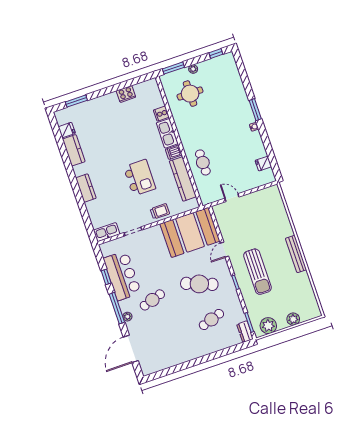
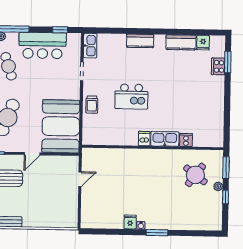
window: (216, 54) -> (225, 197), moved
cooker: (126, 94) -> (218, 66), moved
round table: (190, 94) -> (195, 175), turned 37
cafe table: (203, 162) -> (124, 163), removed
fridge: (263, 164) -> (130, 222), moved
kitchen counter: (183, 179) -> (115, 138), removed
door: (224, 250) -> (32, 154), swing flipped
window: (106, 277) -> (60, 30), moved

